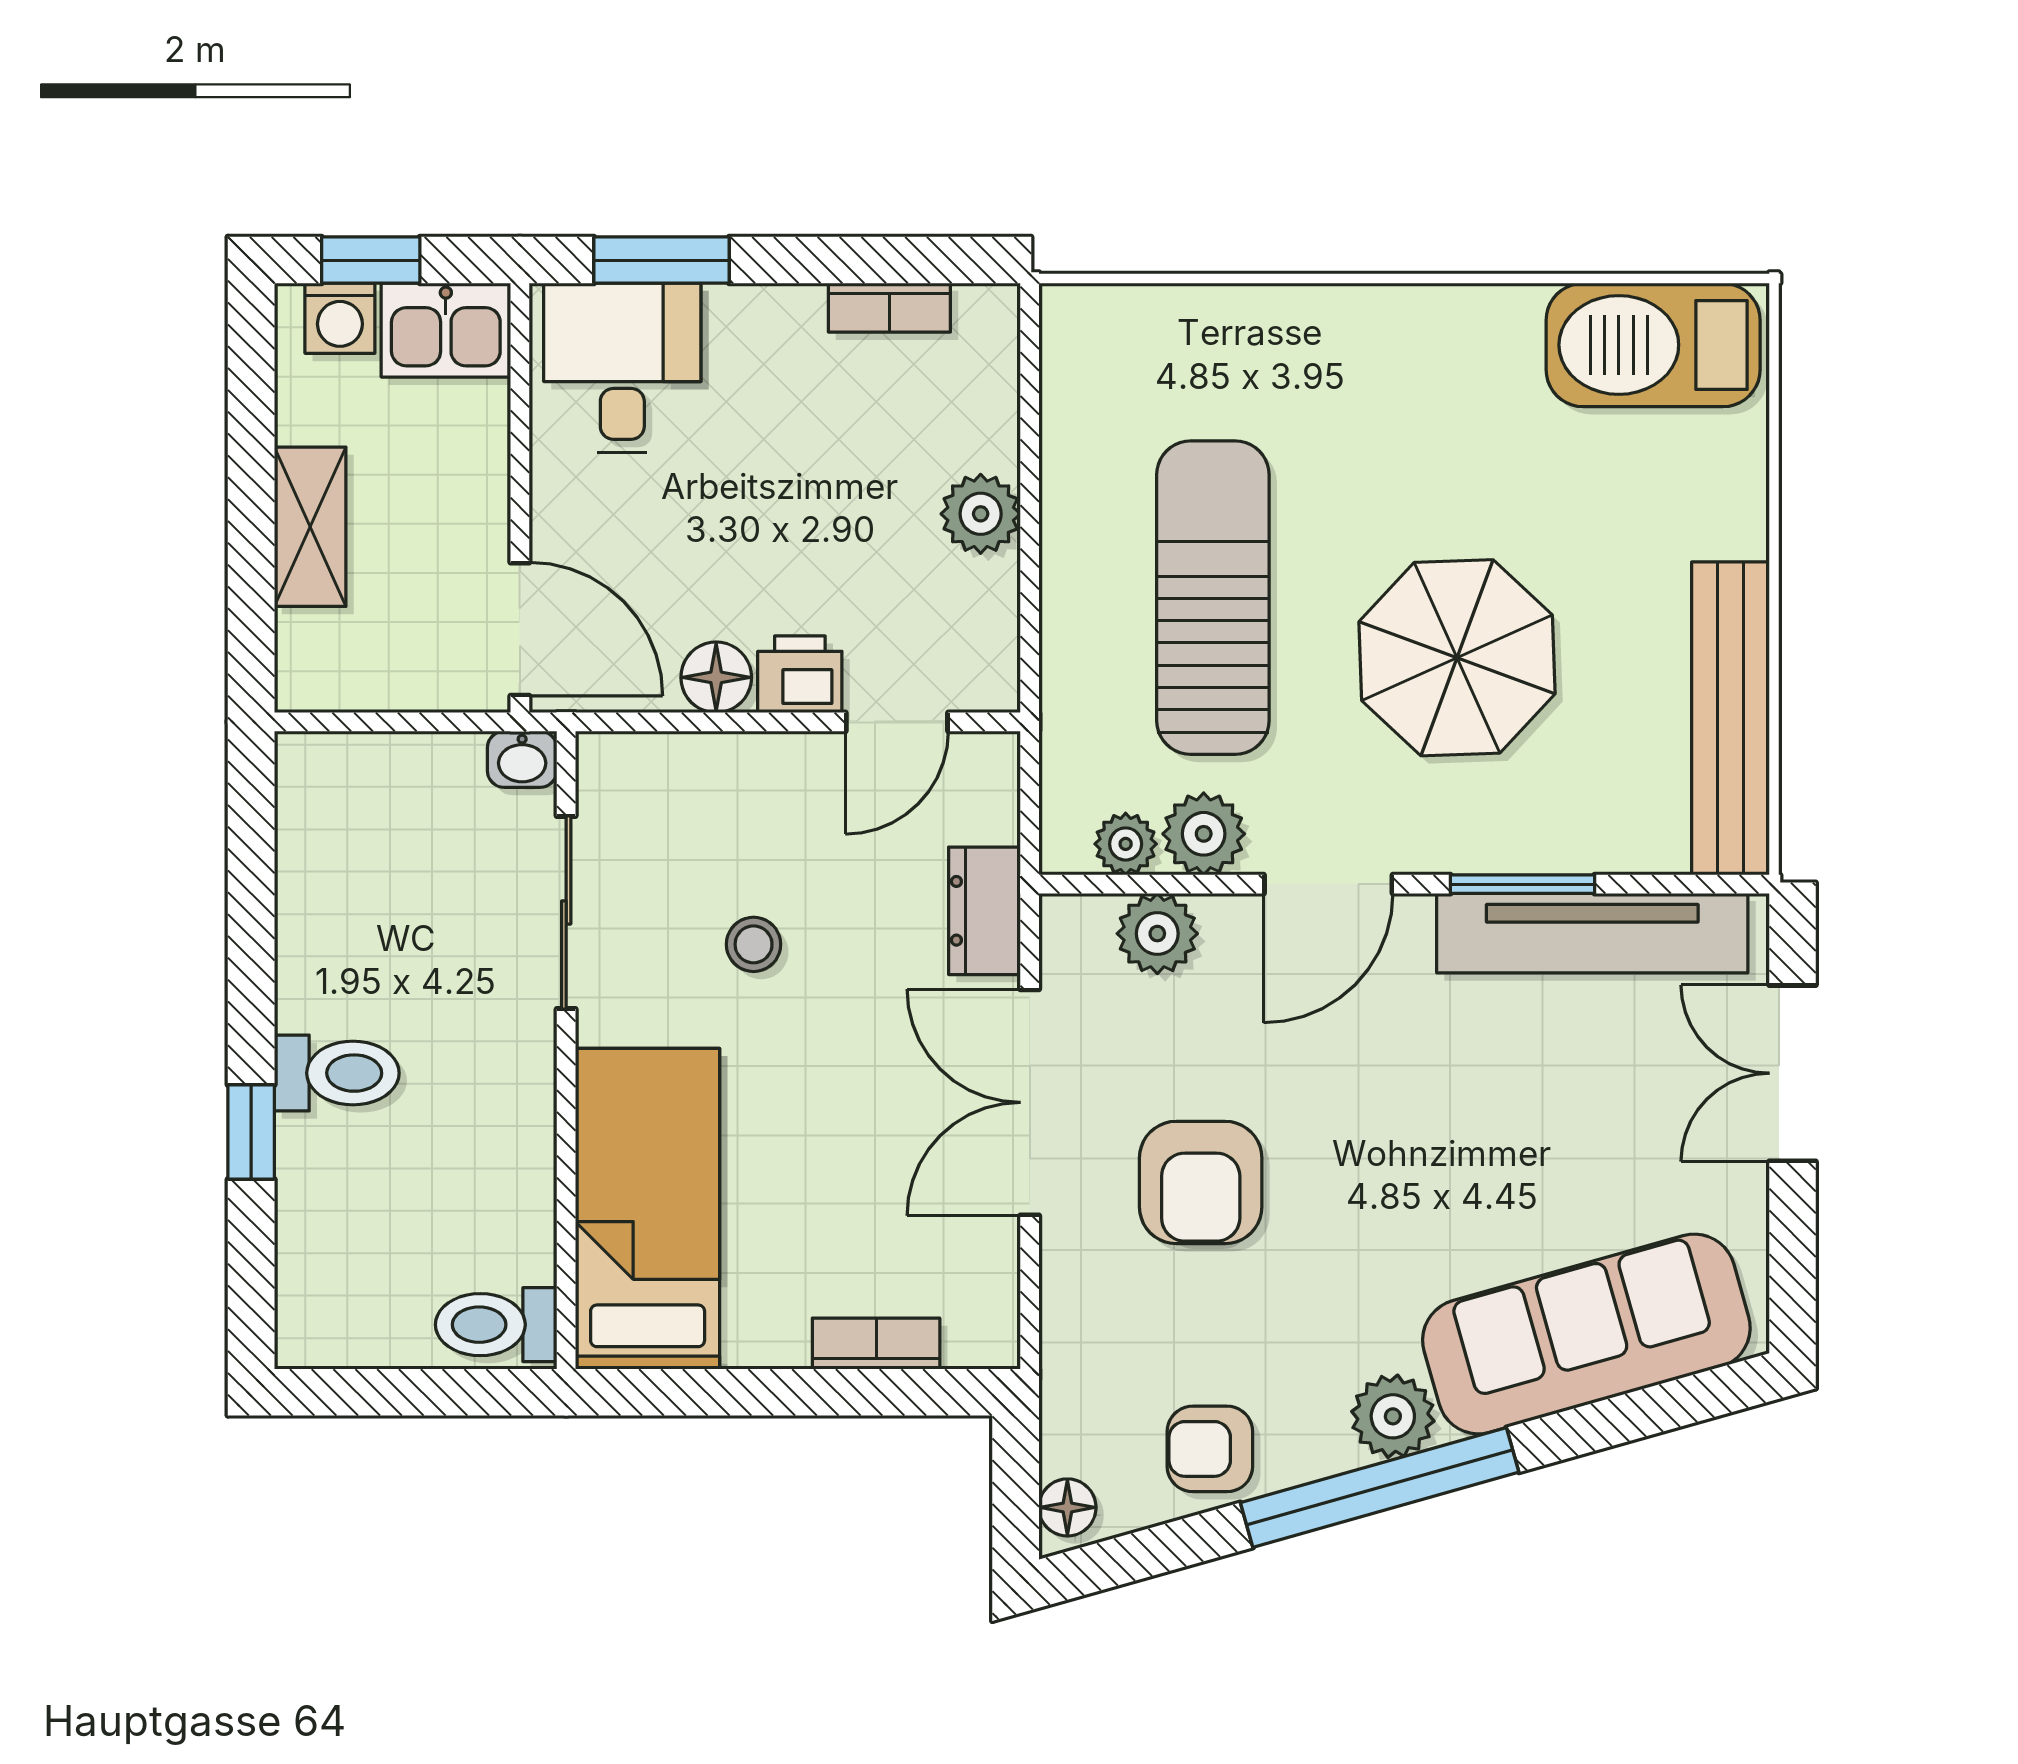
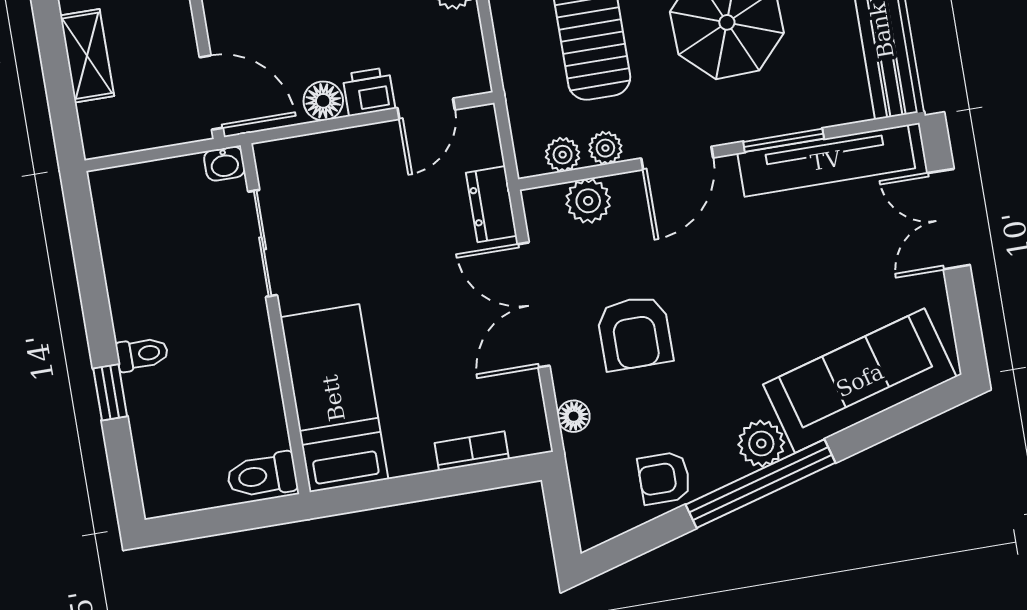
plant: (1204, 834) -> (605, 148), width x0.73, depth x0.73
stool: (754, 944) -> (368, 244), removed
toilet: (337, 1073) -> (142, 354), width x0.73, depth x0.72
floor lamp: (1067, 1507) -> (574, 416), moved

